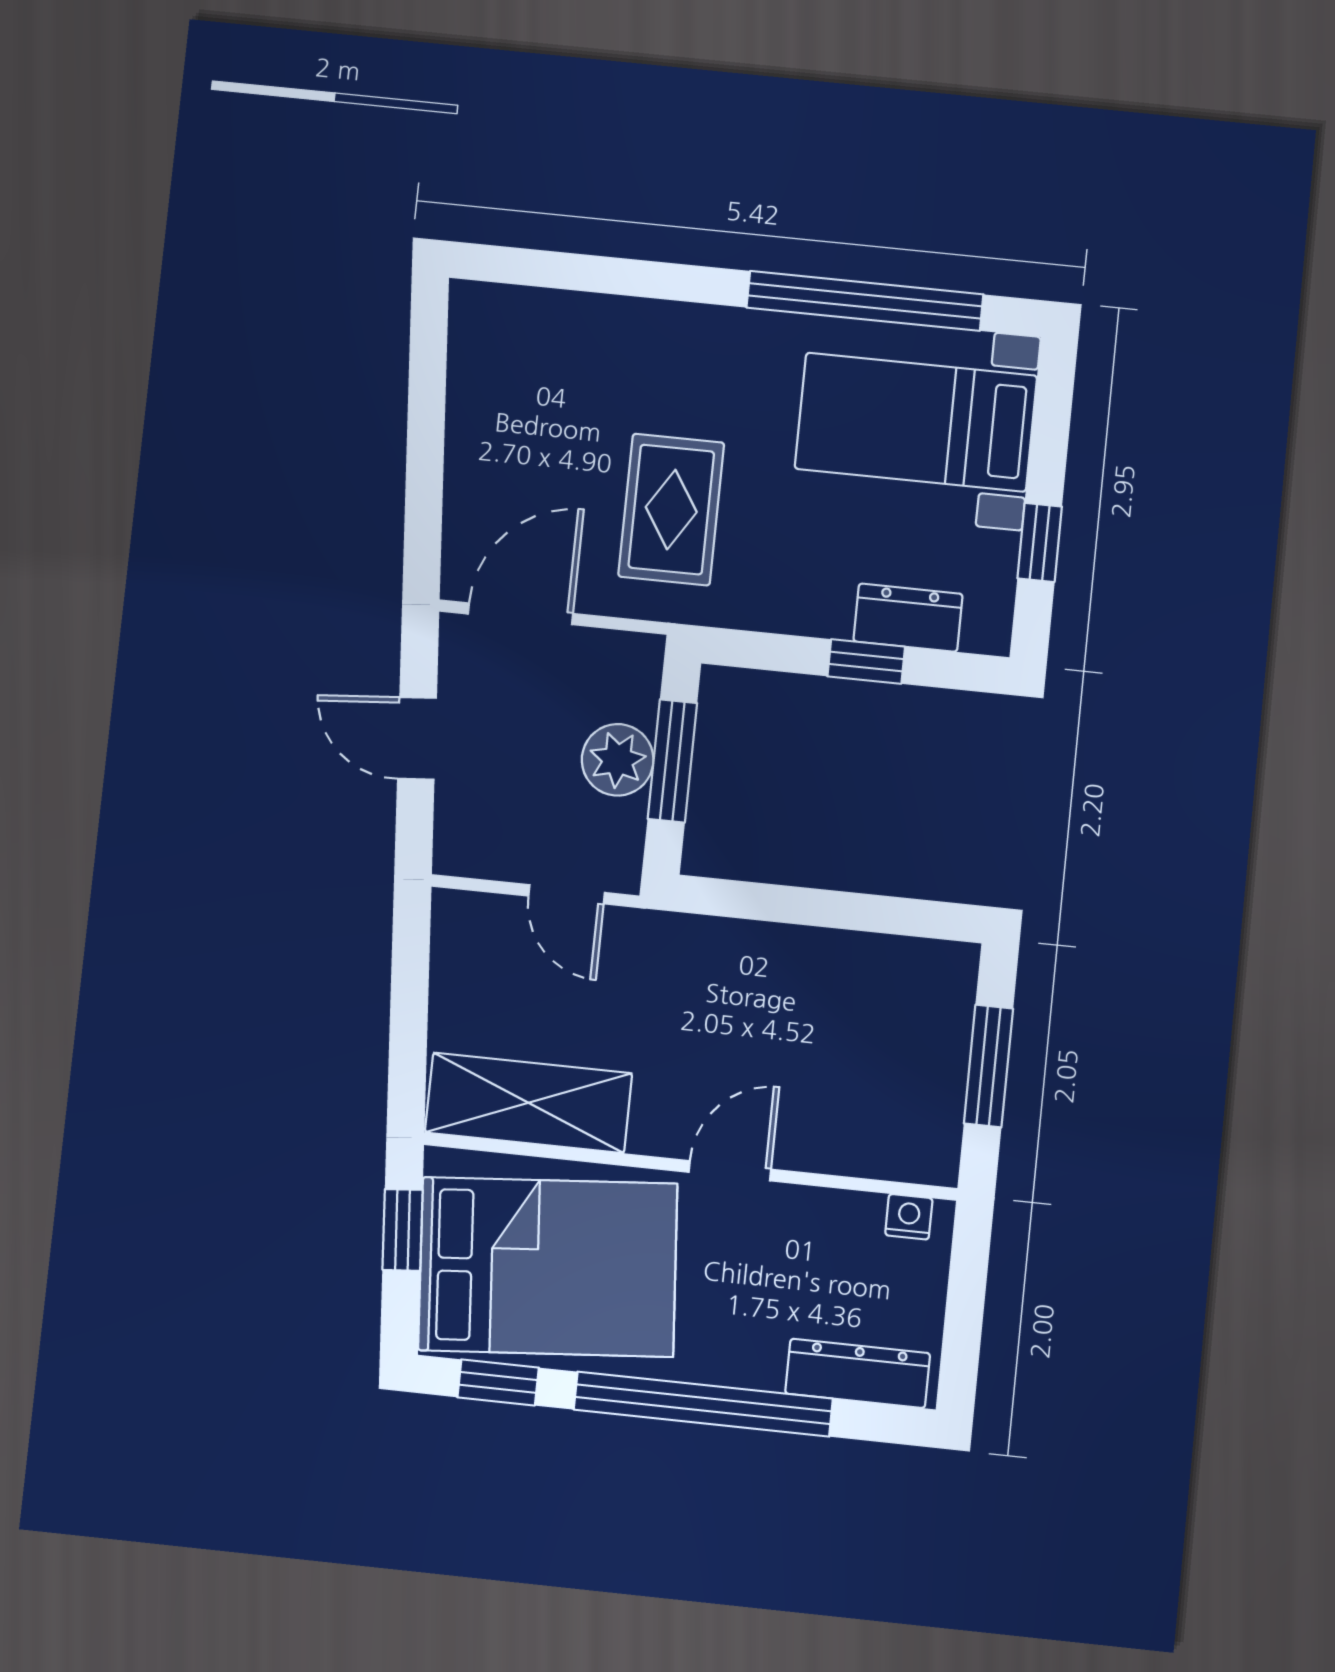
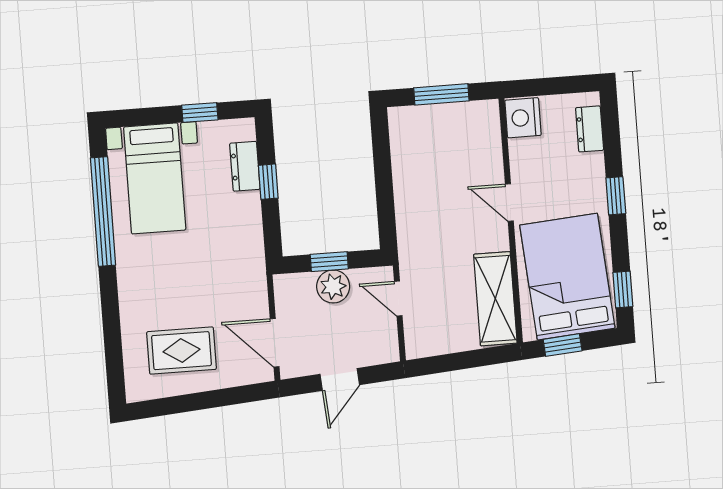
rug: (671, 510) -> (181, 351), moved
window: (672, 761) -> (329, 262), width x0.67
door: (567, 894) -> (398, 299), swing flipped
nightstand: (909, 1217) -> (523, 118), width x1.89, depth x1.79
dresser: (858, 1373) -> (590, 129), width x0.70
window: (703, 1404) -> (616, 196), width x0.32

